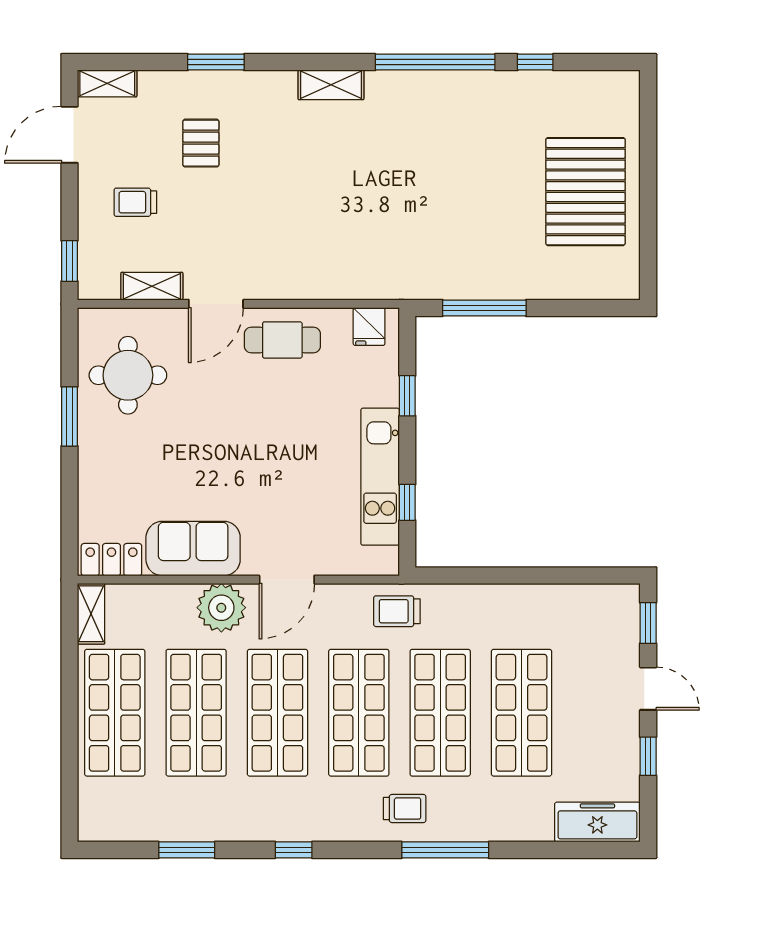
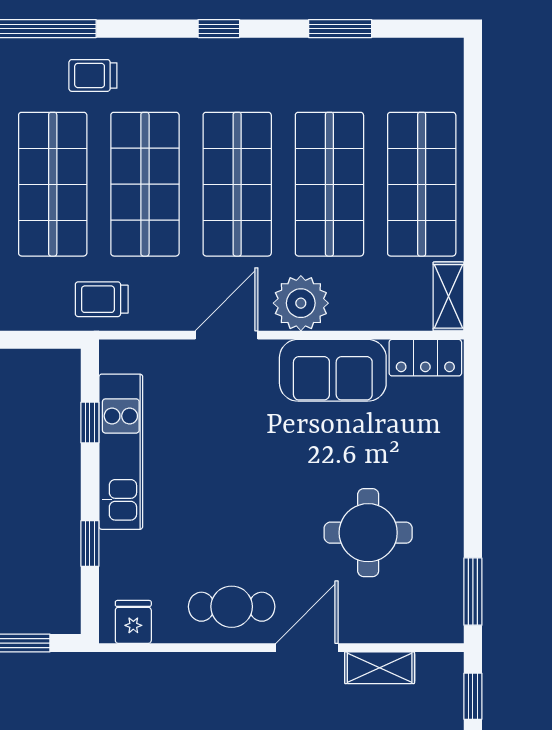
round table: (128, 375) -> (368, 533), moved
window: (69, 416) -> (473, 592), moved
trolley: (397, 611) -> (102, 299), turned 180

